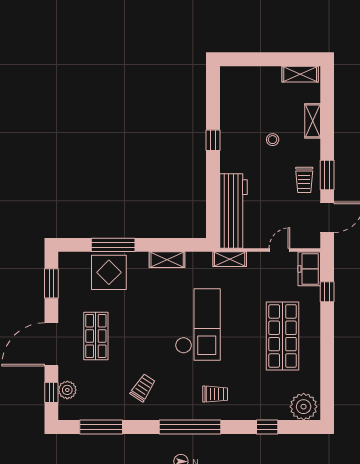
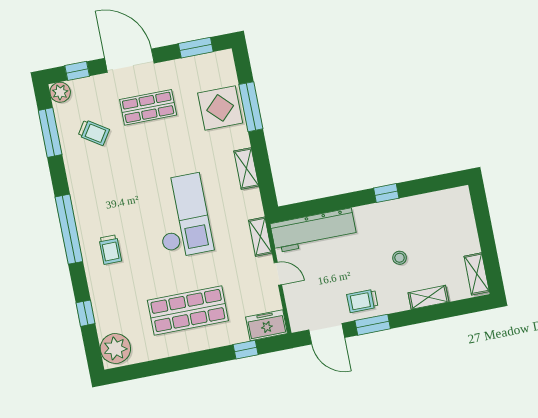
door: (279, 250) -> (278, 274), moved
checkout: (198, 324) -> (182, 216), turned -90
trolley: (143, 388) -> (94, 133), moved
plant: (67, 390) -> (60, 92), moved

